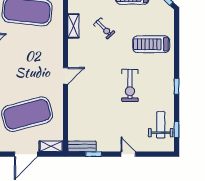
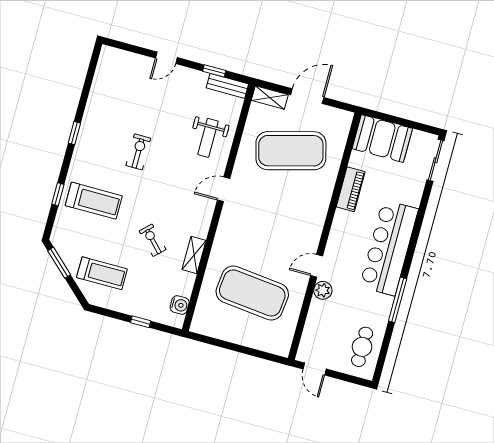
exercise bike: (130, 85) -> (138, 152), width x0.73, depth x0.72
weight bench: (161, 125) -> (208, 138), moved
window: (177, 130) -> (58, 194), moved
door: (128, 154) -> (166, 58), hinge flipped

